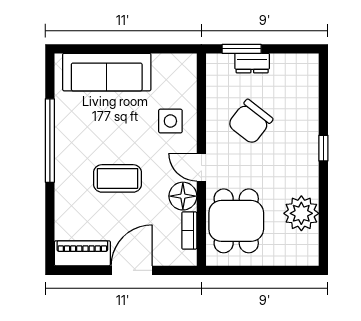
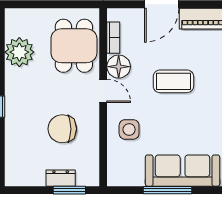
window: (125, 49) -> (167, 190), added
chair: (250, 122) -> (62, 129), turned -128

